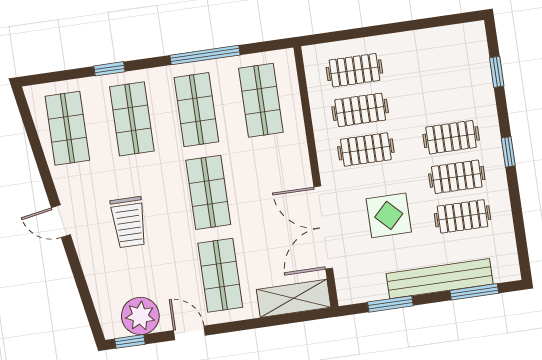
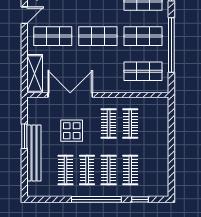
window: (205, 55) -> (171, 45), width x1.46
clothes rail: (354, 70) -> (130, 170), moved
window: (508, 152) -> (96, 199), width x3.17
window: (474, 292) -> (24, 170), removed
window: (390, 304) -> (24, 136), moved

